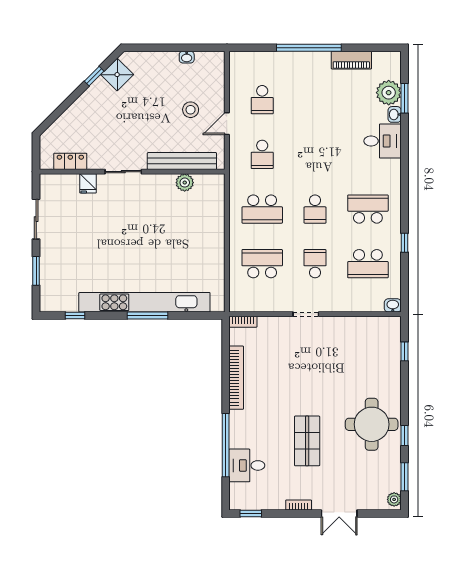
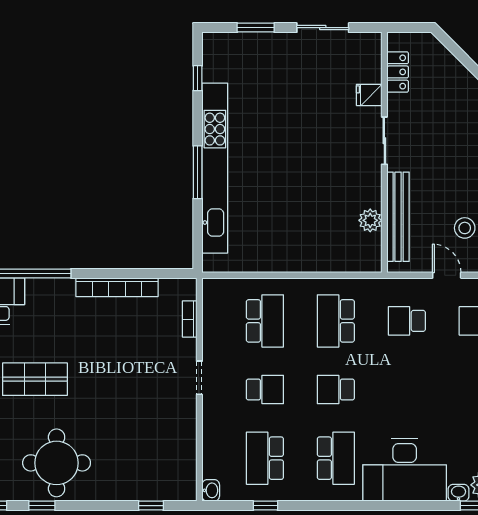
desk: (383, 141) -> (405, 470), width x1.87, depth x1.30
window: (404, 243) -> (265, 506), moved
bookcase: (243, 322) -> (190, 319), moved

